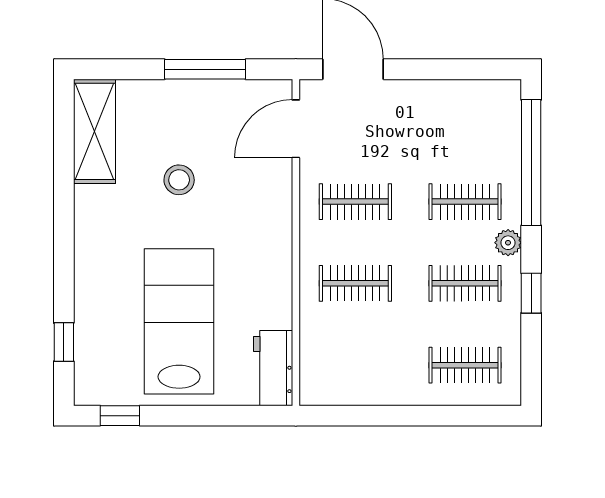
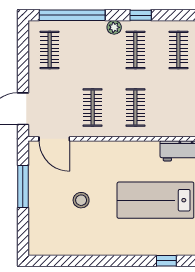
shelving: (95, 131) -> (56, 245), removed
clothes rail: (465, 202) -> (50, 50), moved

